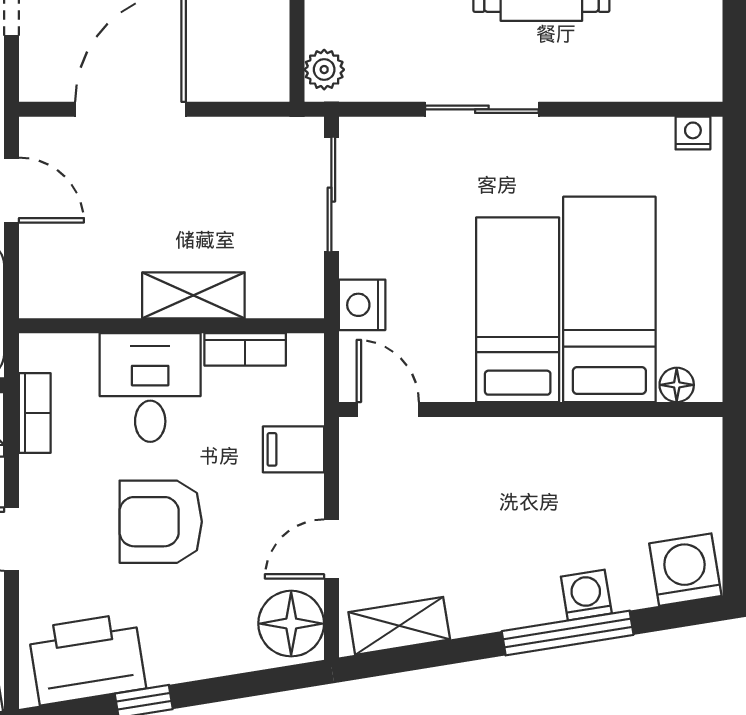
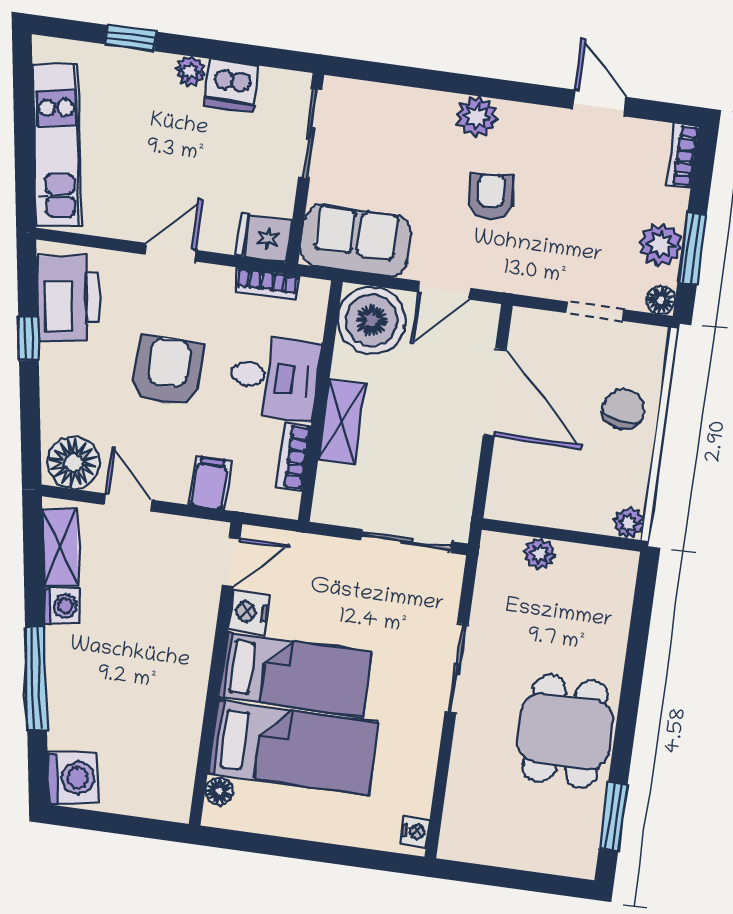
plant: (324, 70) -> (540, 554), moved
boiler: (61, 276) -> (372, 320), added
nightstand: (362, 305) -> (249, 612), moved, turned -90
washing machine: (586, 595) -> (62, 606), moved

